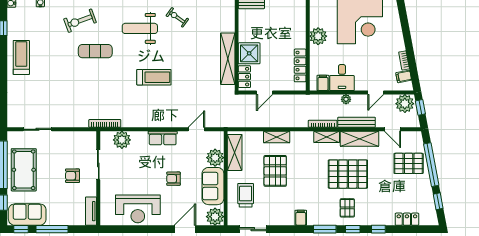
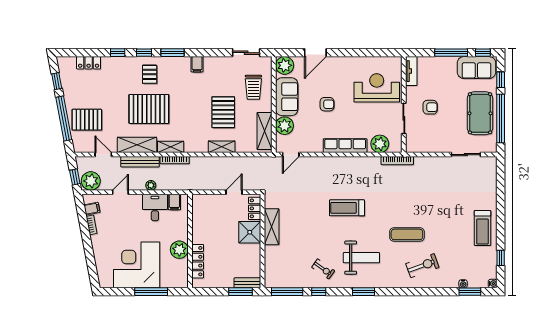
shelving: (228, 59) -> (272, 227), width x0.68
locker: (300, 65) -> (198, 261), moved
door: (196, 129) -> (291, 155), moved
row of seats: (163, 138) -> (345, 146), width x1.48
reception desk: (138, 209) -> (377, 88), moved

